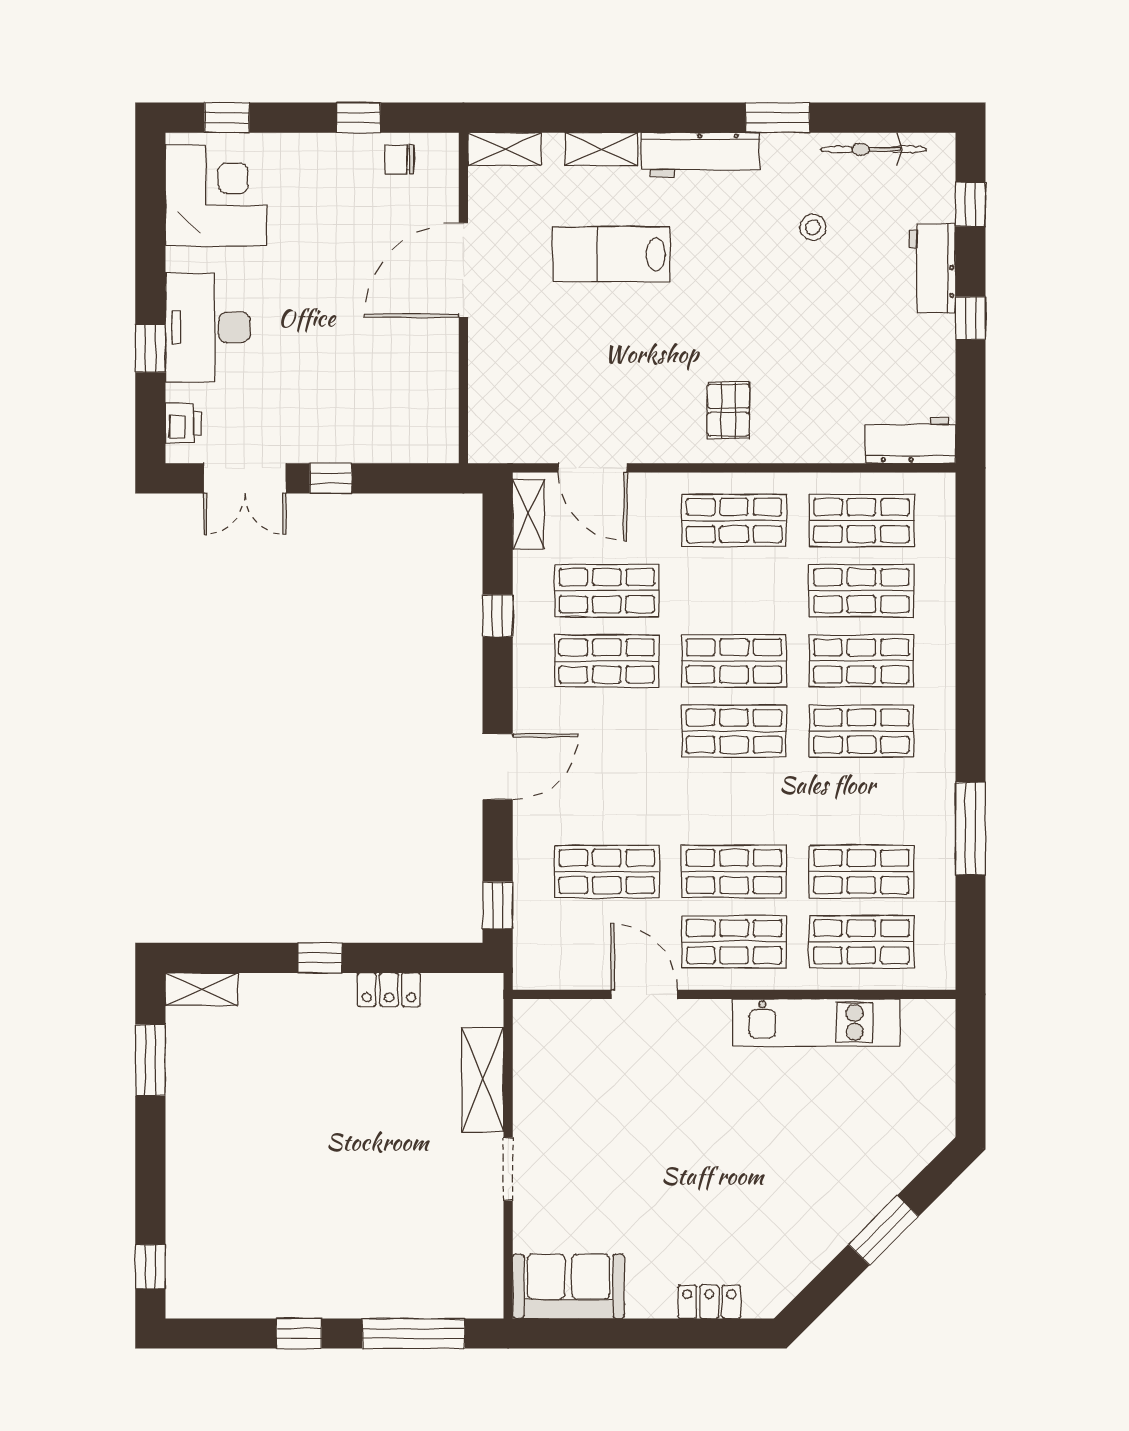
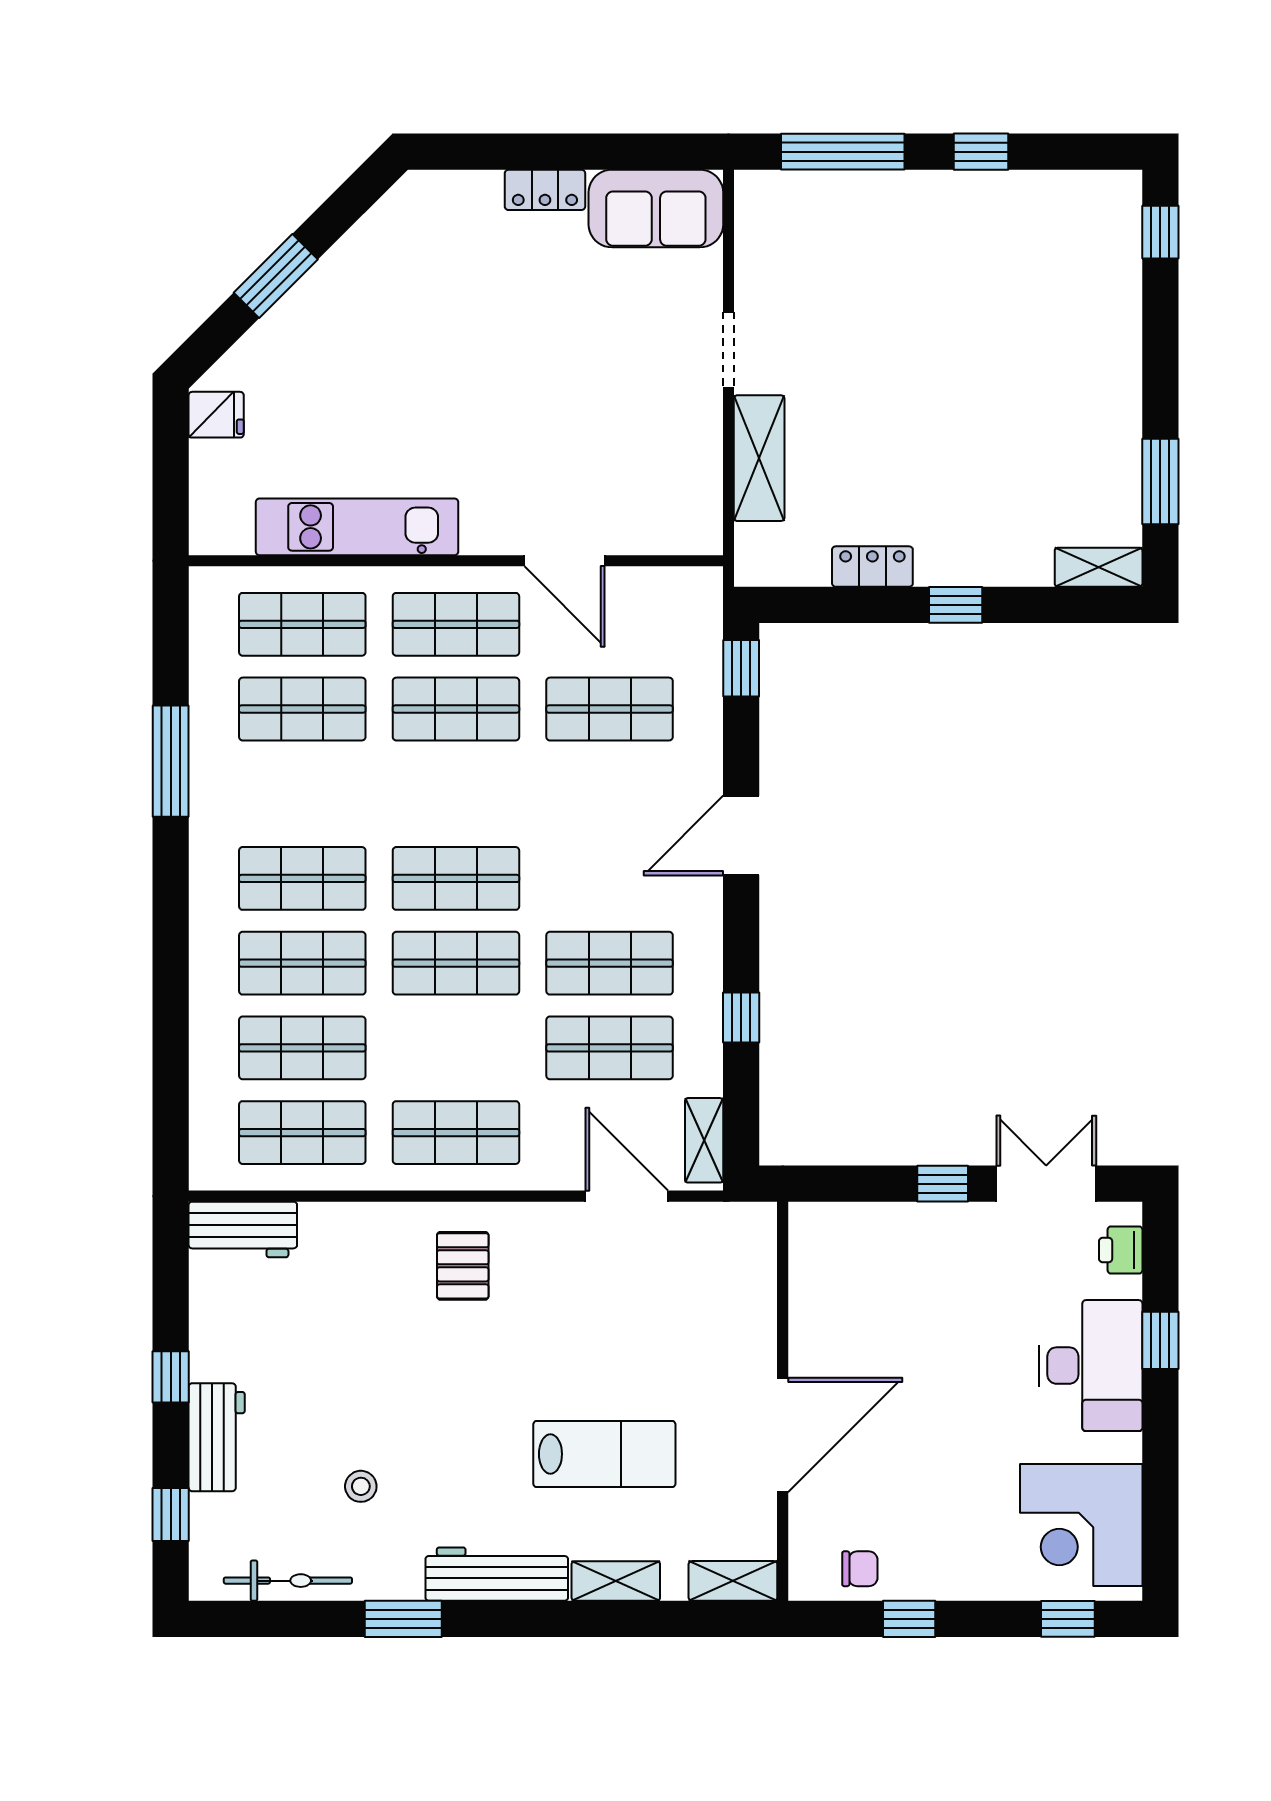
fridge: (933, 1115) -> (216, 415), added
locker: (709, 1302) -> (545, 190), moved

